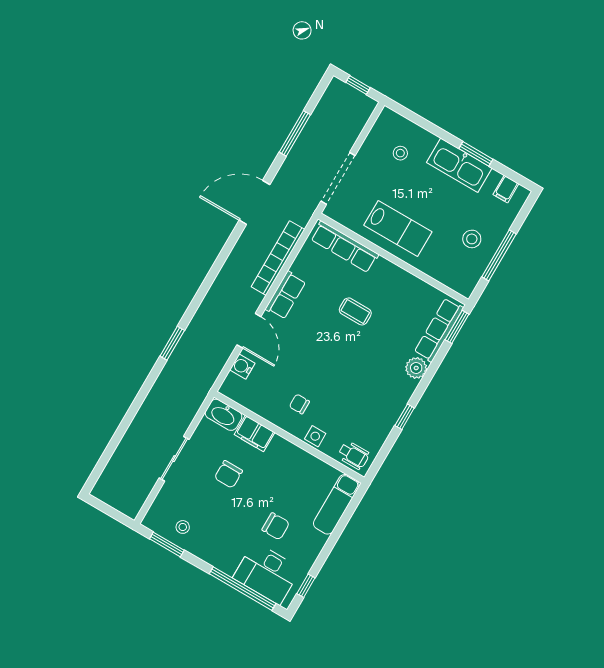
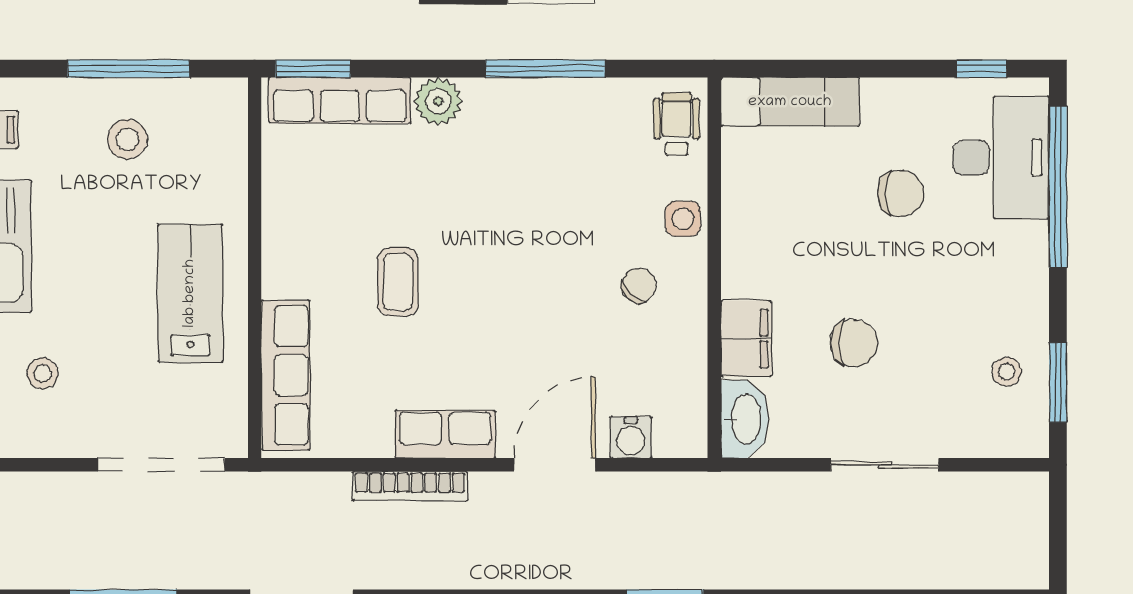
bookcase: (278, 258) -> (410, 486), width x0.68, depth x0.76
chair: (299, 404) -> (639, 285), turned -138
window: (405, 417) -> (545, 69), width x2.17
chair: (276, 526) -> (901, 193), turned 90

